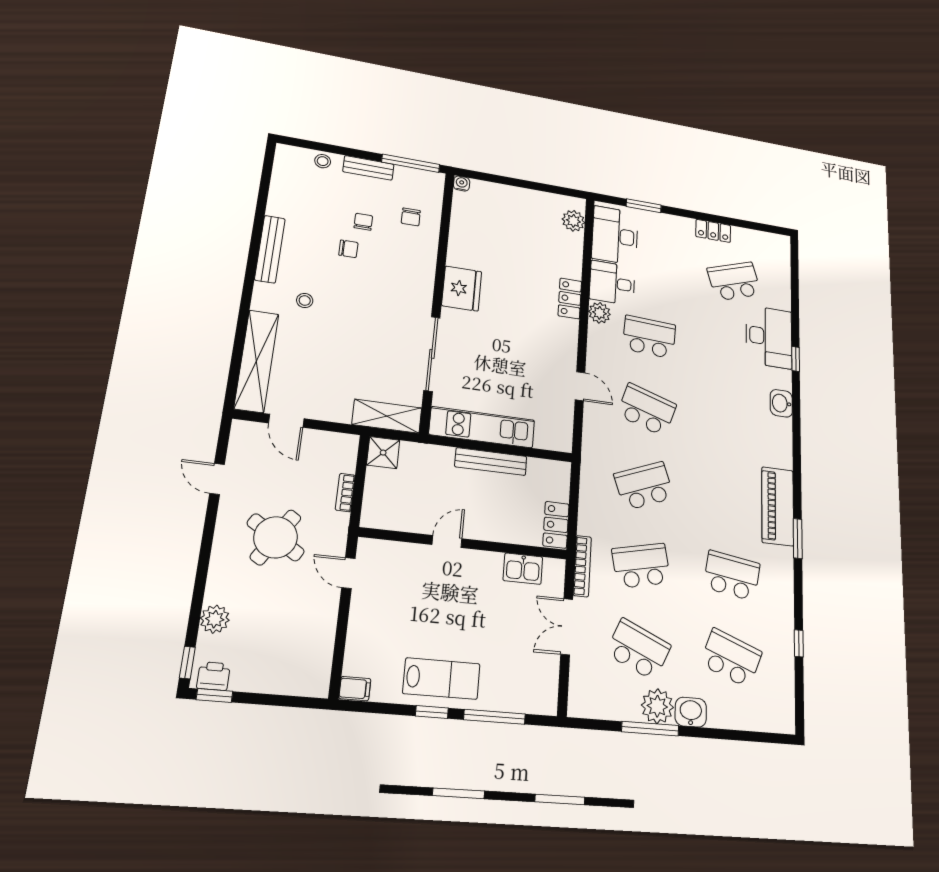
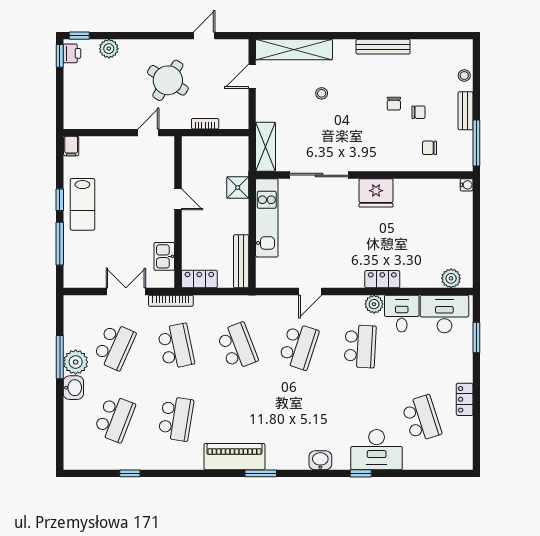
stool: (305, 300) -> (322, 93), moved
shower: (383, 453) -> (238, 188), moved
bench: (491, 462) -> (241, 261), moved
window: (798, 539) -> (261, 473), moved

